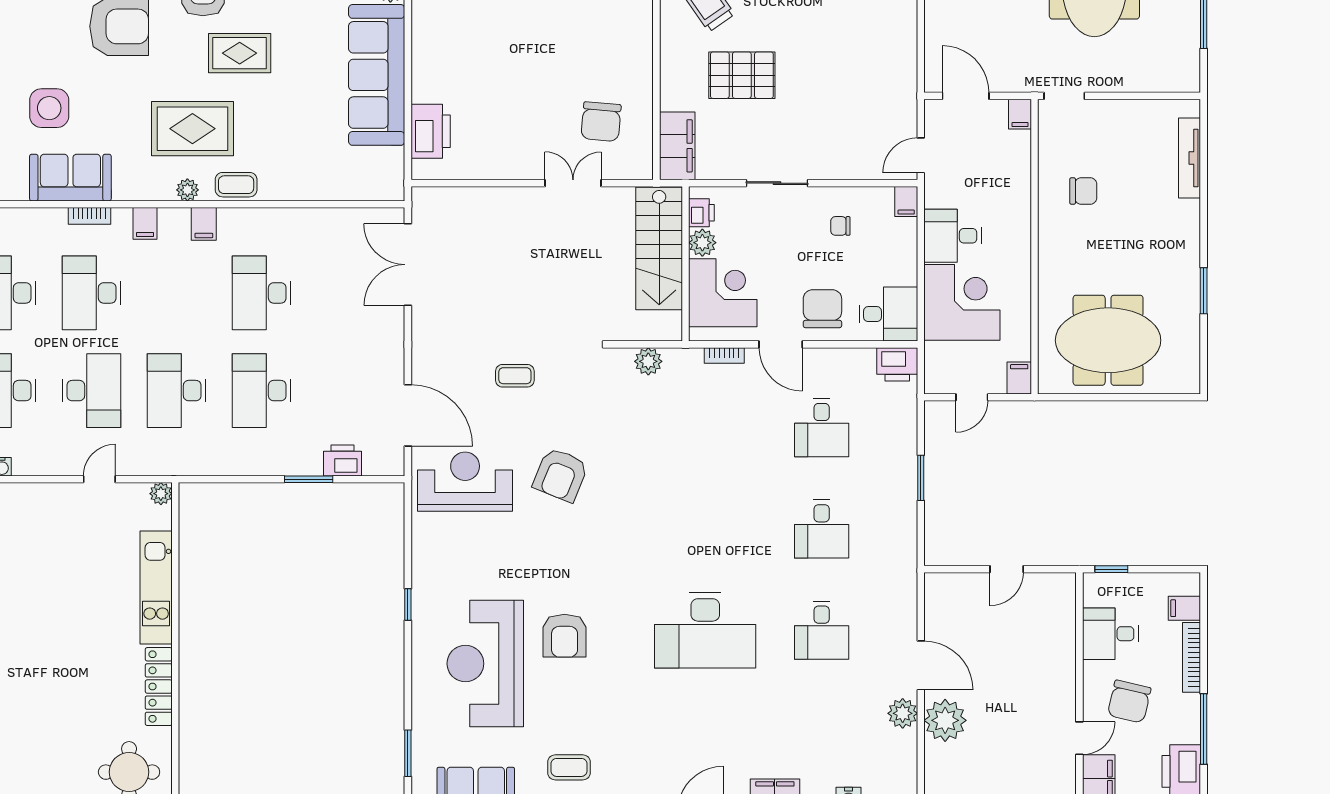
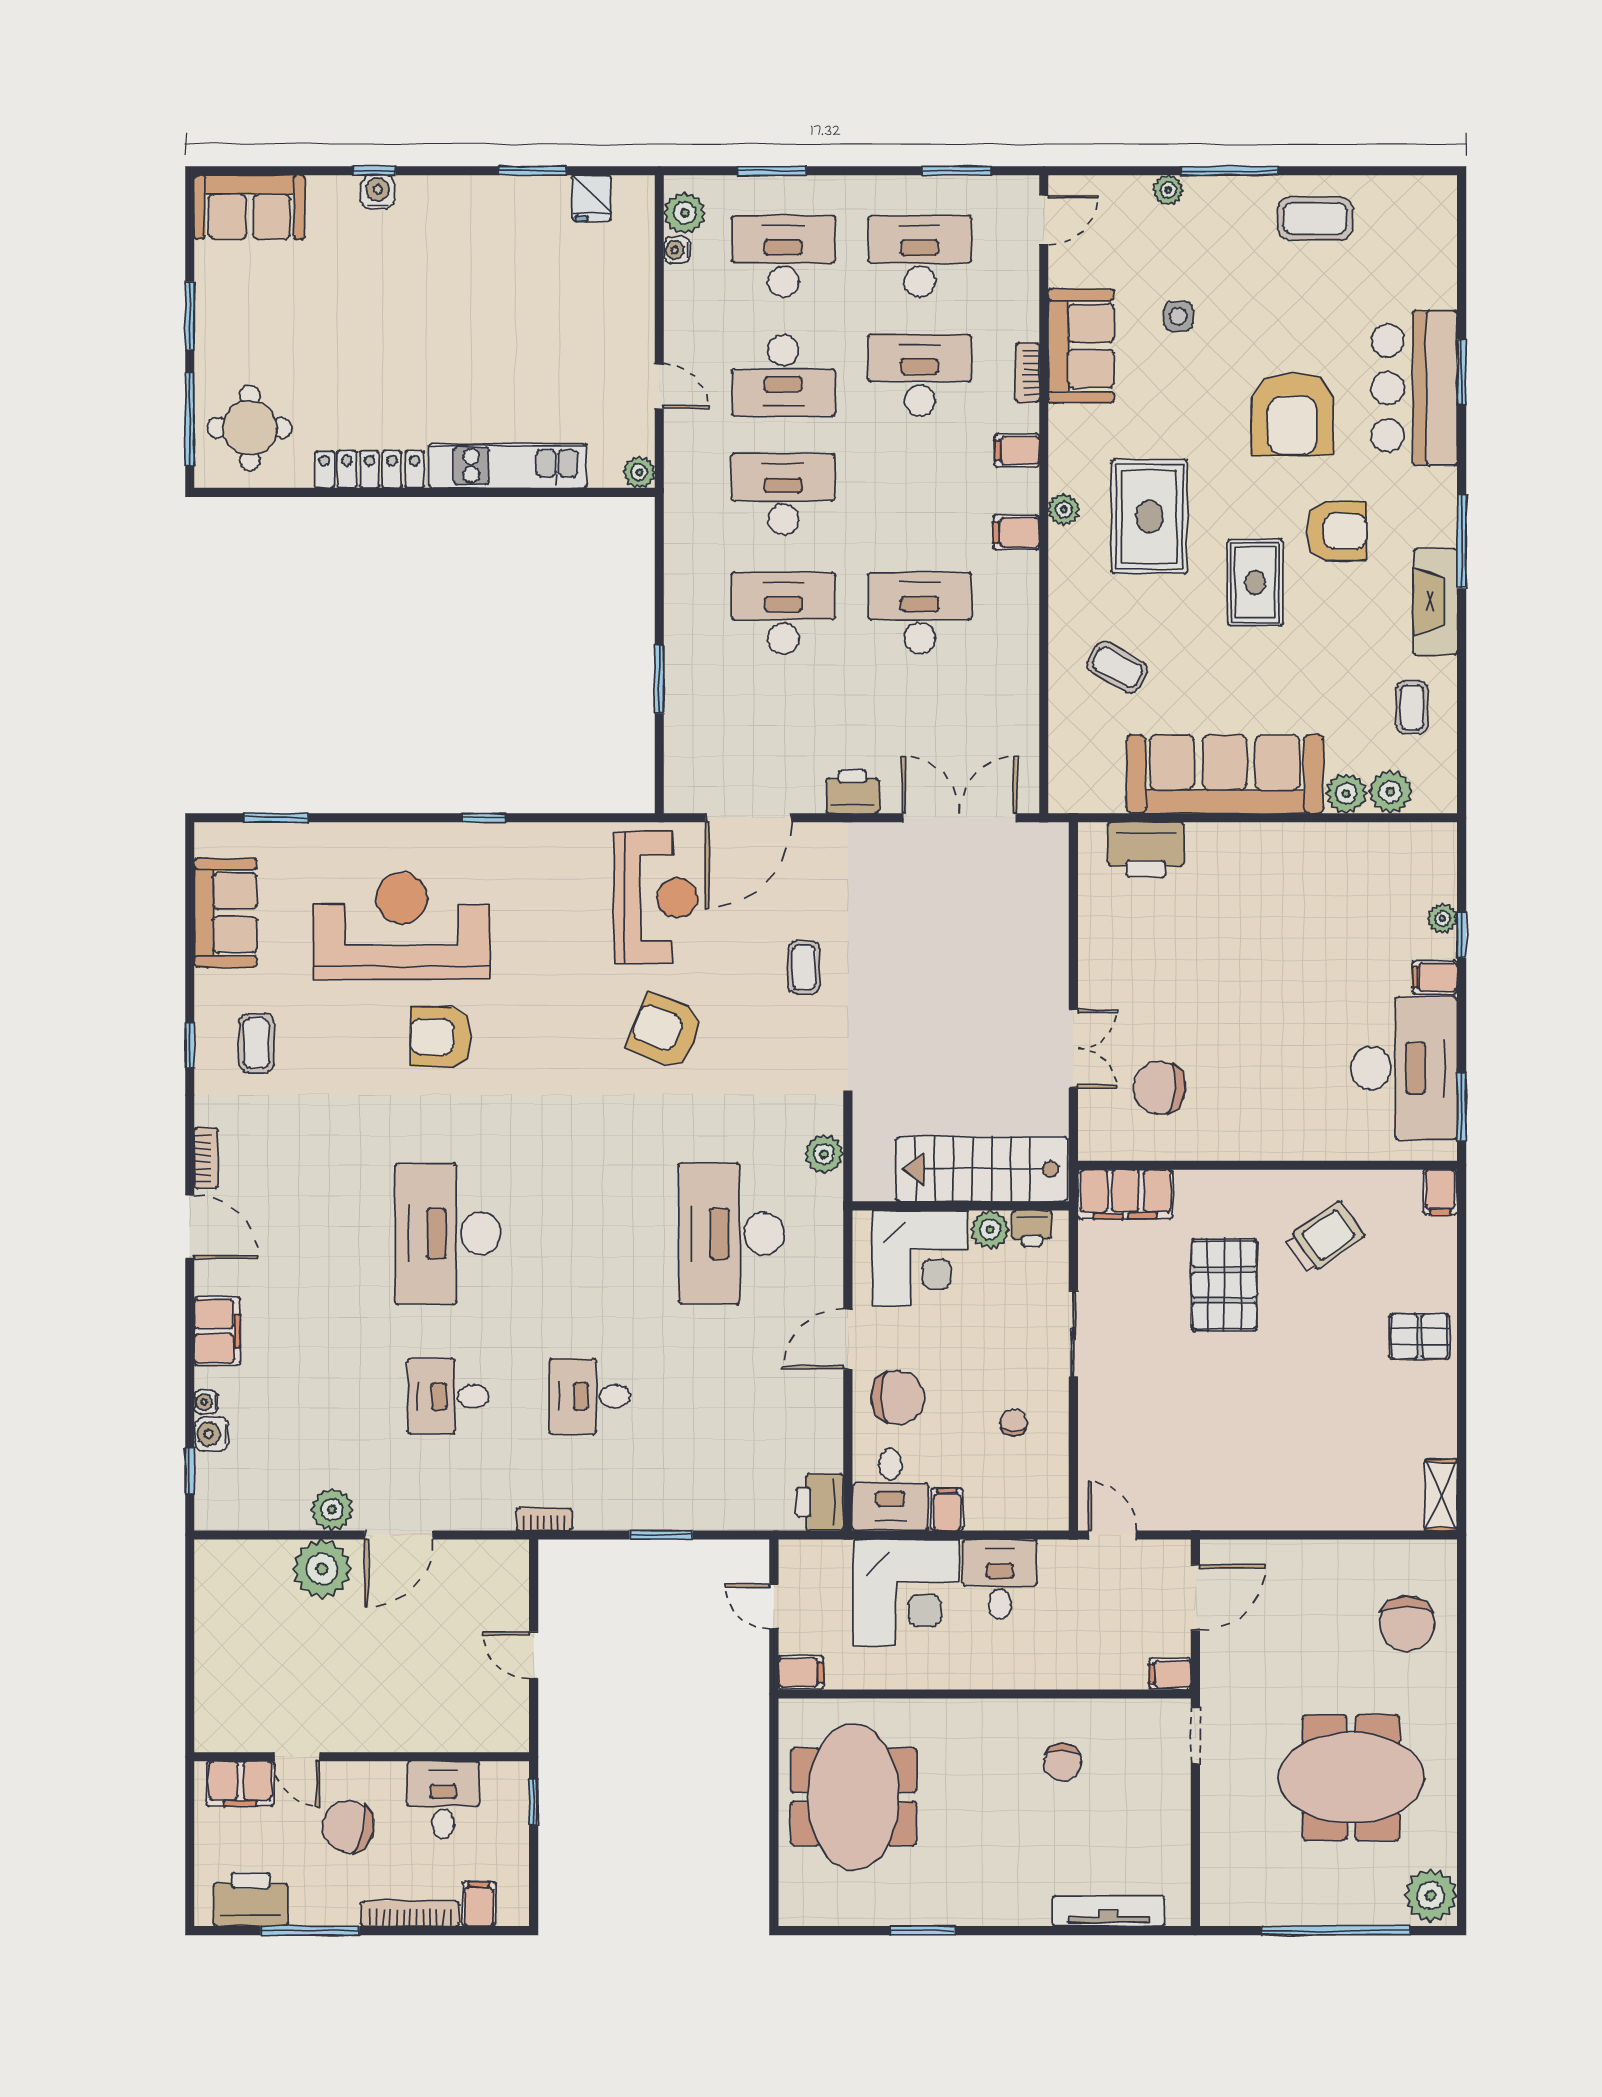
side table: (49, 108) -> (1178, 316), width x0.54, depth x0.54
coffee table: (236, 185) -> (1117, 667), moved, turned -61
filing cabinet: (906, 201) -> (947, 1509), moved, turned 90
bookcase: (724, 356) -> (544, 1519), moved, turned 90
desk: (822, 428) -> (731, 1234), moved, width x1.87, depth x1.30
printer: (342, 460) -> (852, 791), moved, turned -90

